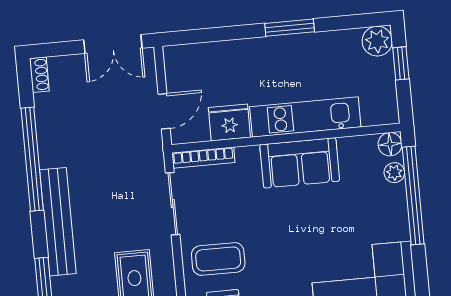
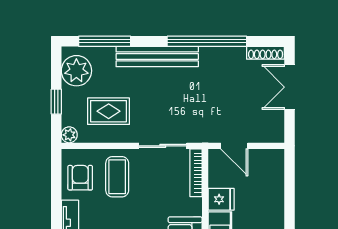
double door: (113, 44) -> (290, 87), moved
shoe rack: (39, 75) -> (266, 53), width x1.43
fridge: (229, 122) -> (221, 199), width x0.72

